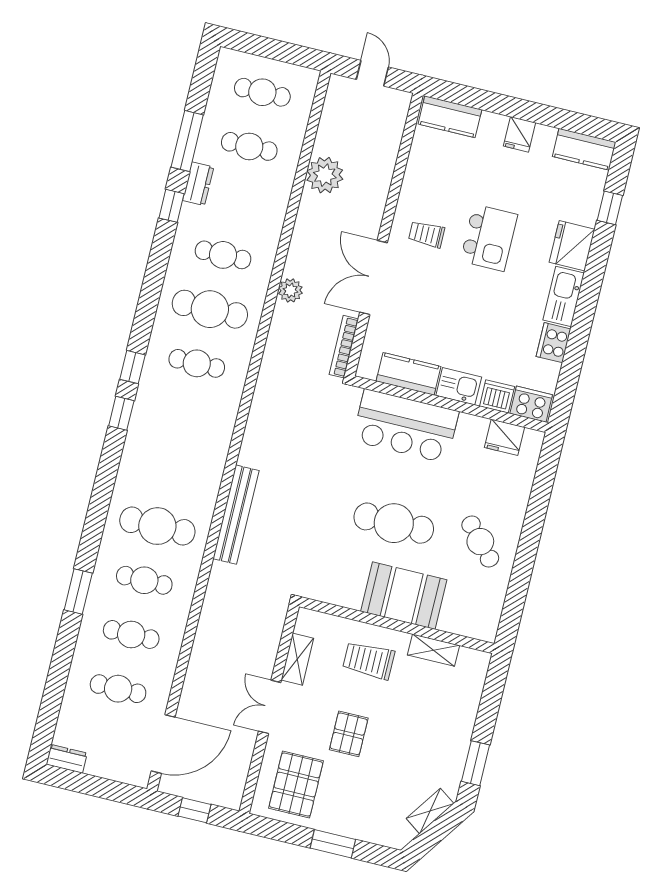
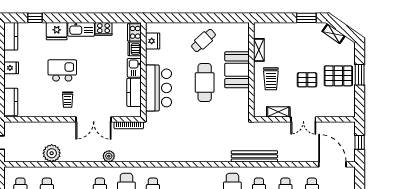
bench: (236, 515) -> (254, 156), moved
pallet: (296, 785) -> (338, 76), moved

